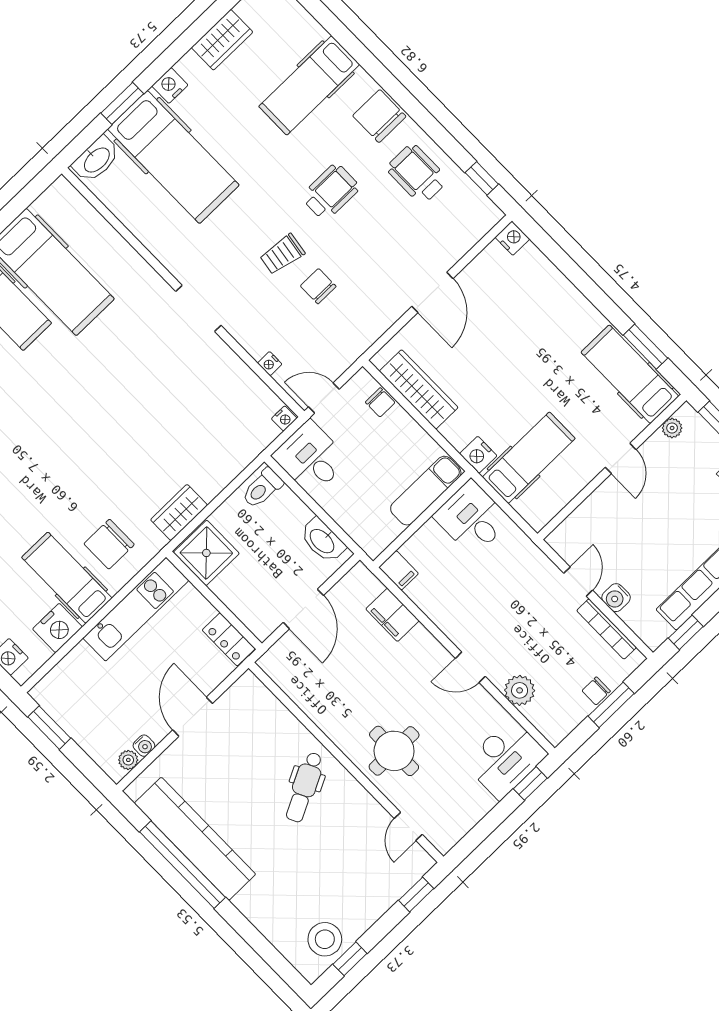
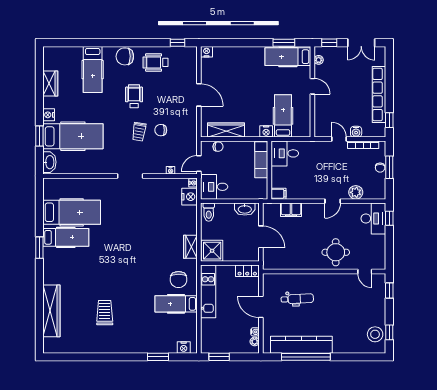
nightstand: (57, 628) -> (189, 197), moved
dental chair: (304, 787) -> (297, 299), moved, turned -66

